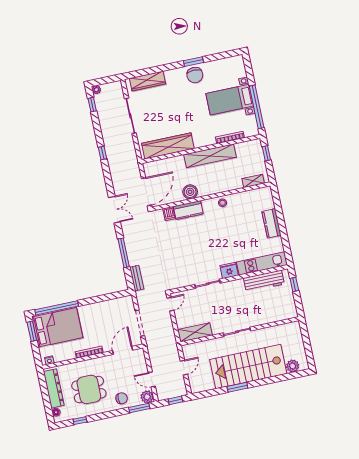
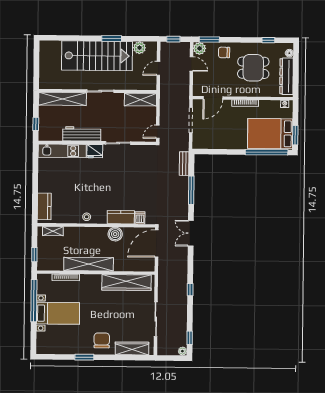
chair: (195, 75) -> (102, 340), moved
kitchen counter: (271, 223) -> (44, 206), moved
workbench: (264, 281) -> (82, 134), moved
shelving: (273, 316) -> (62, 99), added
plant: (293, 366) -> (139, 48), moved

